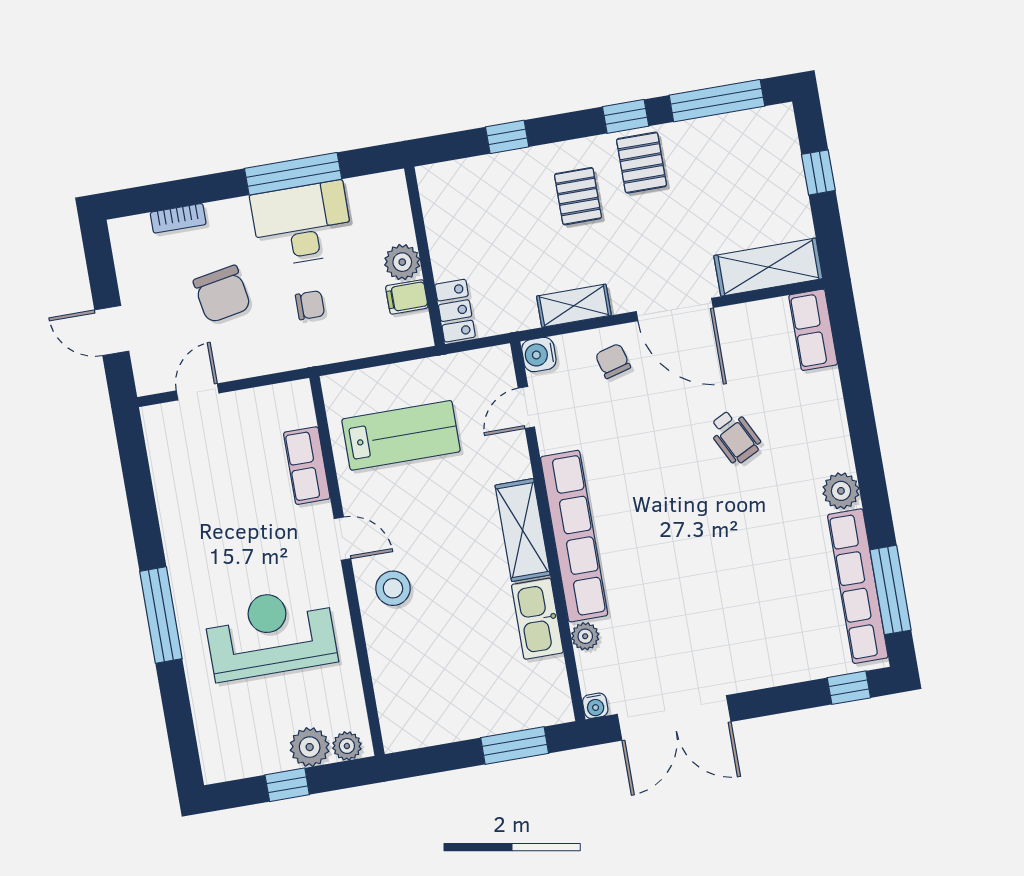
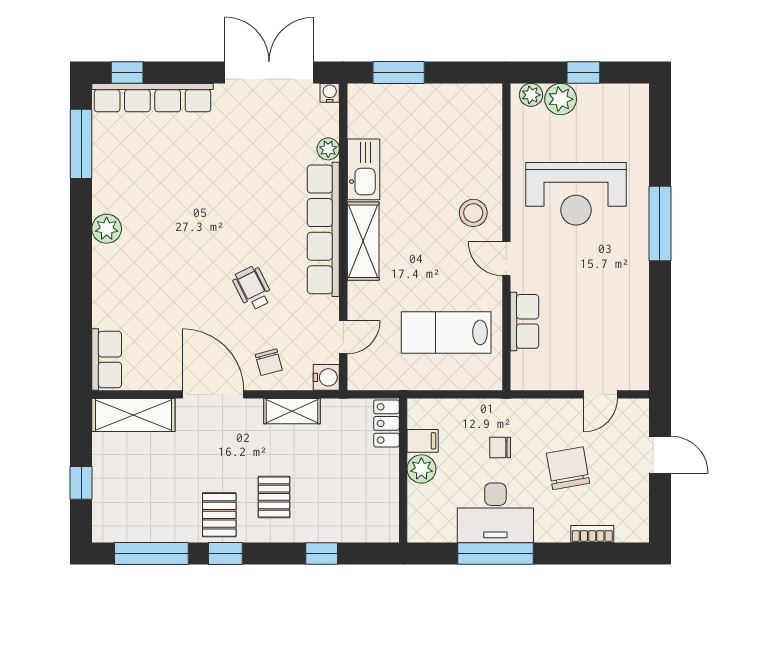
wheelchair: (735, 437) -> (253, 288), moved
row of seats: (858, 586) -> (153, 98), moved, turned 90

